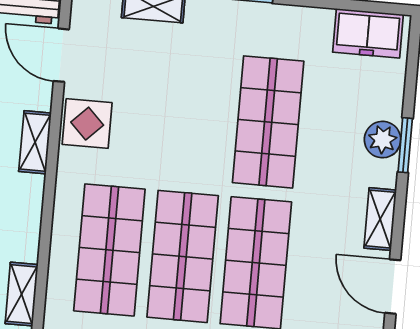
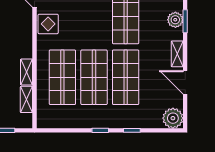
shelving: (35, 142) -> (26, 72), moved

